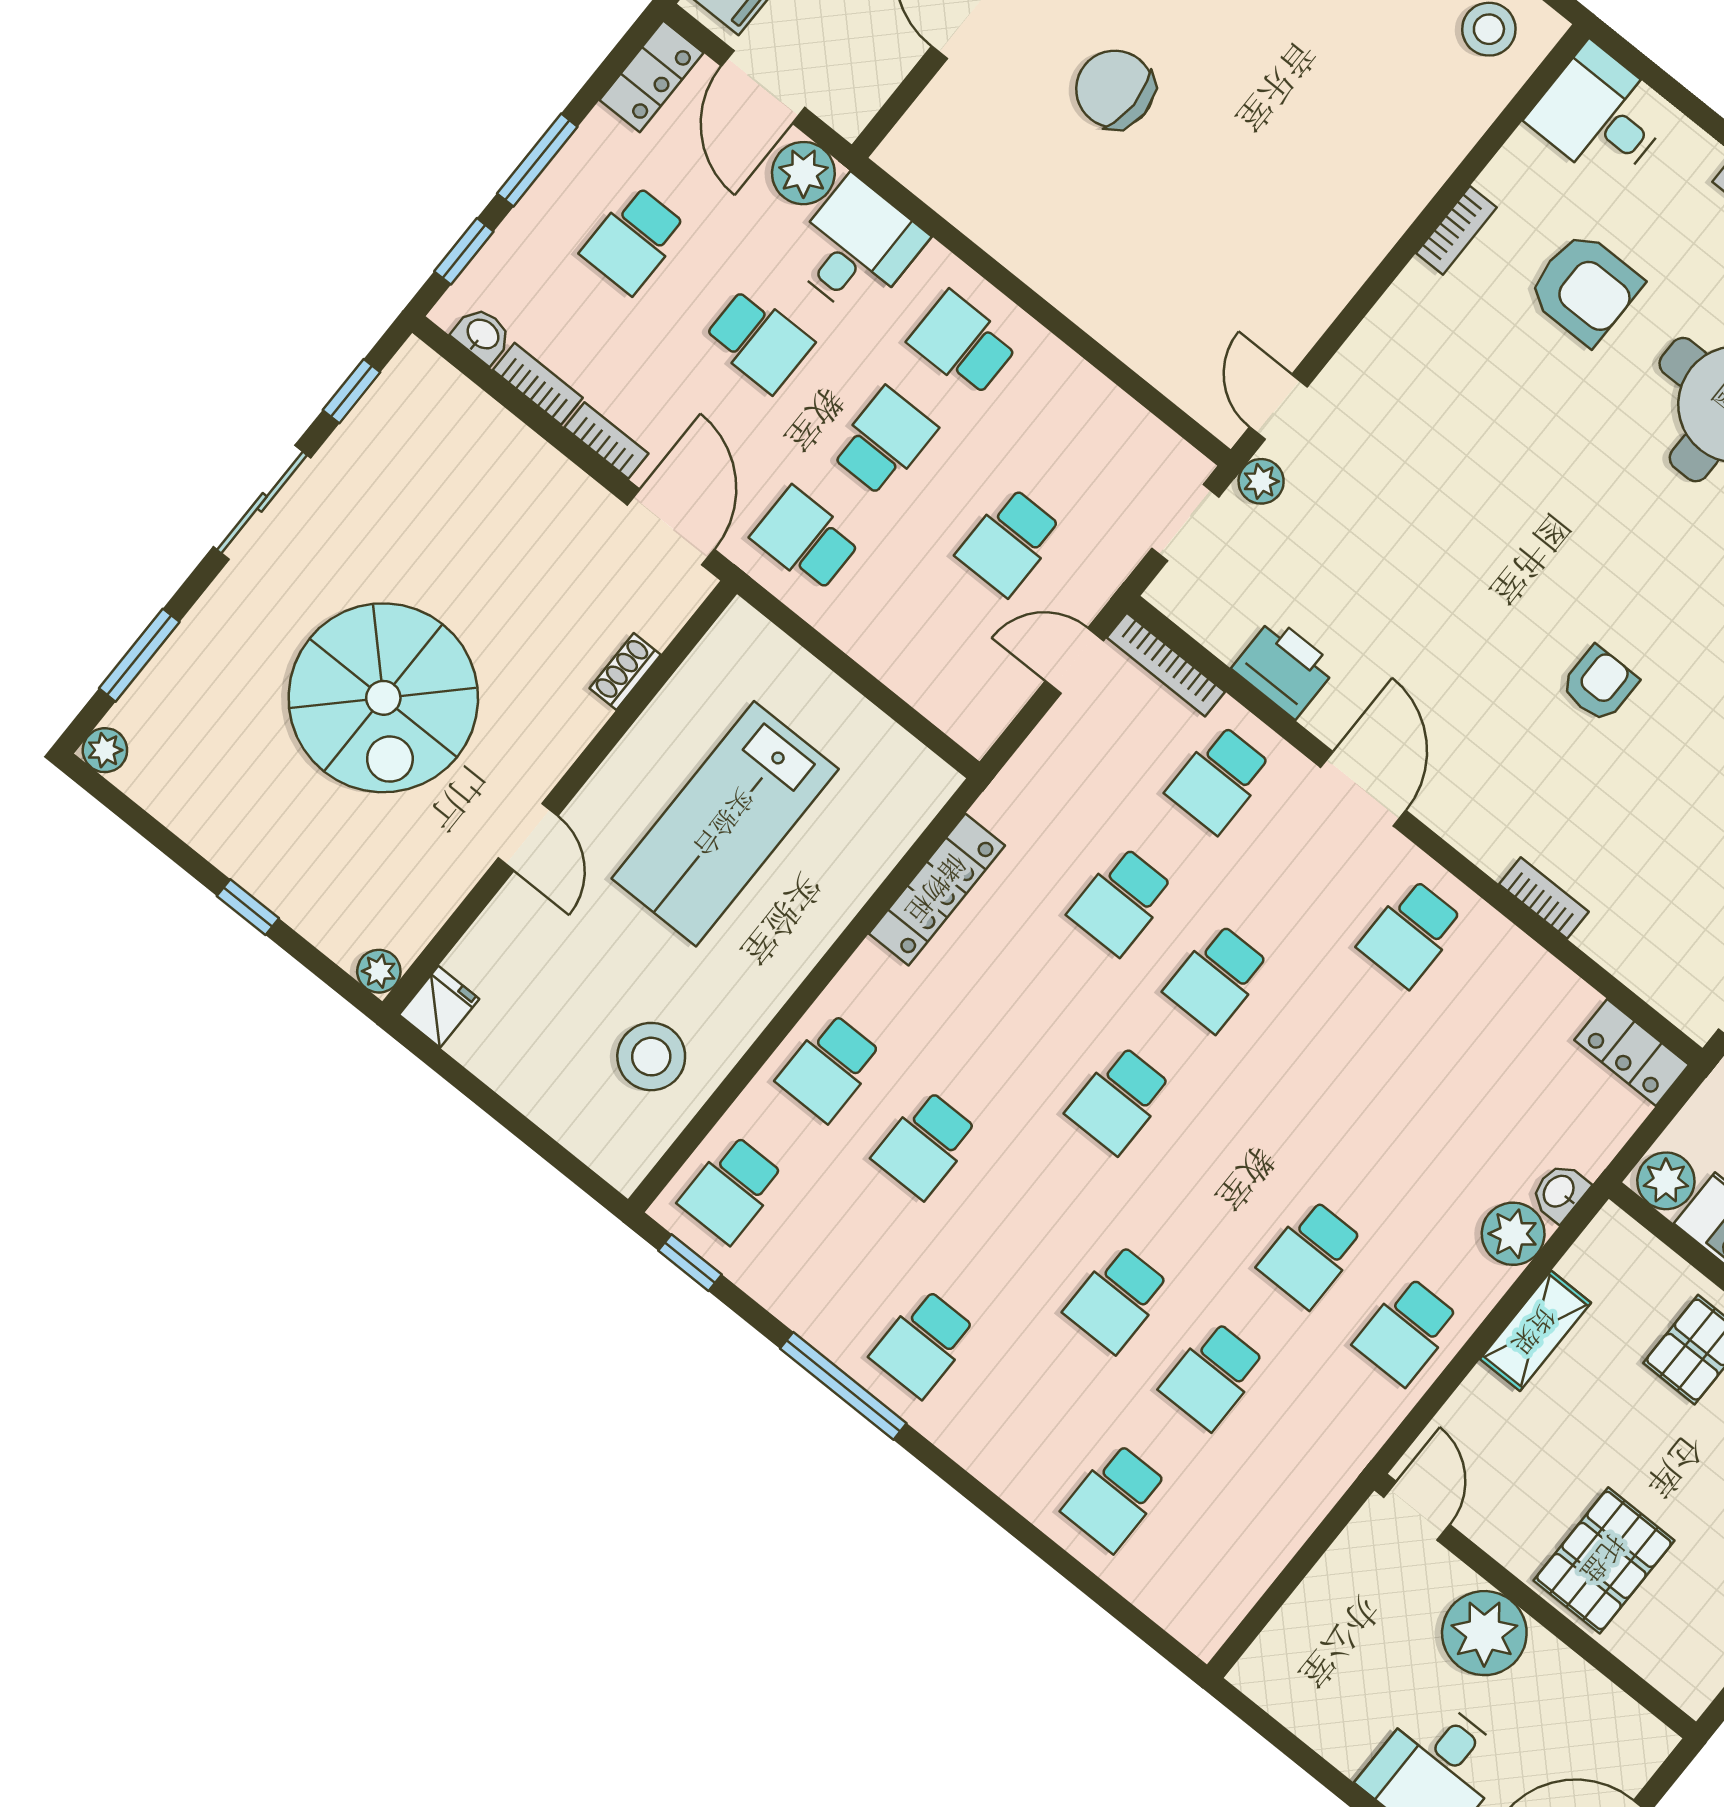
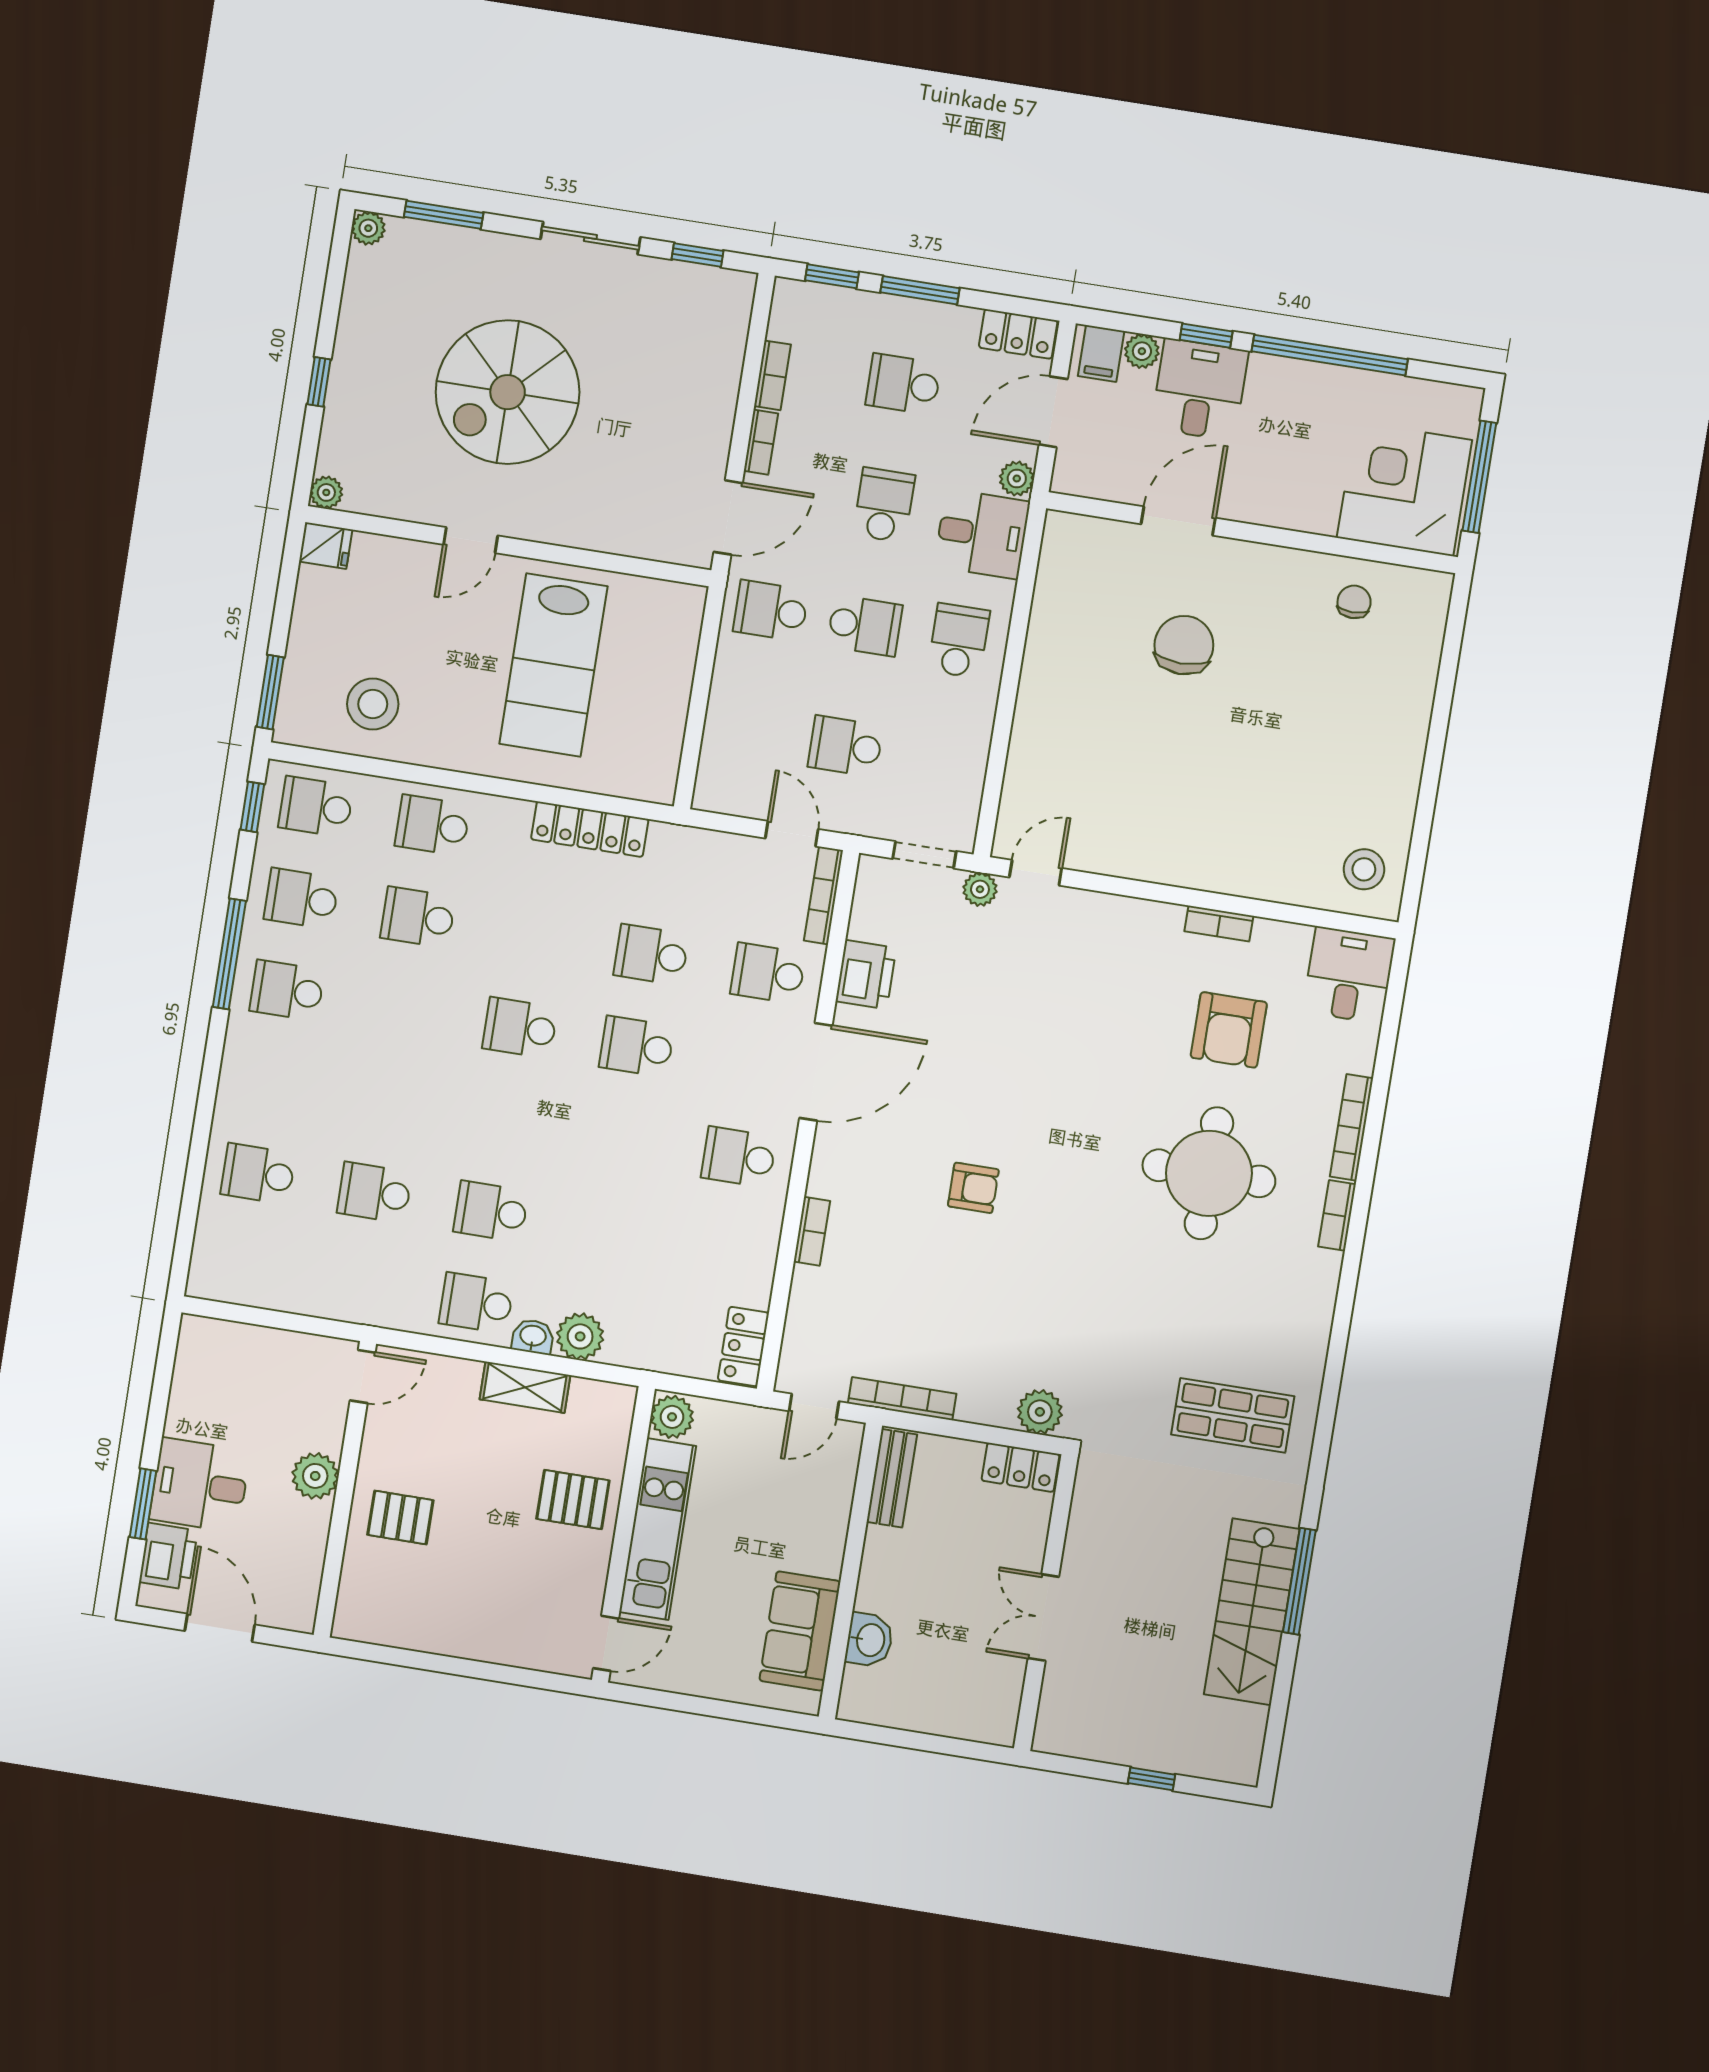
plant: (803, 173) -> (1017, 479), width x0.73, depth x0.73
washbasin: (482, 335) -> (784, 320), removed
school desk: (759, 341) -> (884, 505), turned 180
school desk: (805, 539) -> (771, 611), turned -90
shoe rack: (625, 672) -> (616, 542), removed
door: (1363, 789) -> (816, 1072), width x1.36
lab bench: (725, 824) -> (553, 665), turned -90
window: (570, 1166) -> (270, 692), added
washbasin: (1560, 1192) -> (533, 1337), moved
school desk: (1117, 1299) -> (301, 899), moved
pallet: (1604, 1560) -> (400, 1518), width x0.67, depth x0.71
plant: (1484, 1633) -> (315, 1476), width x0.73, depth x0.73

